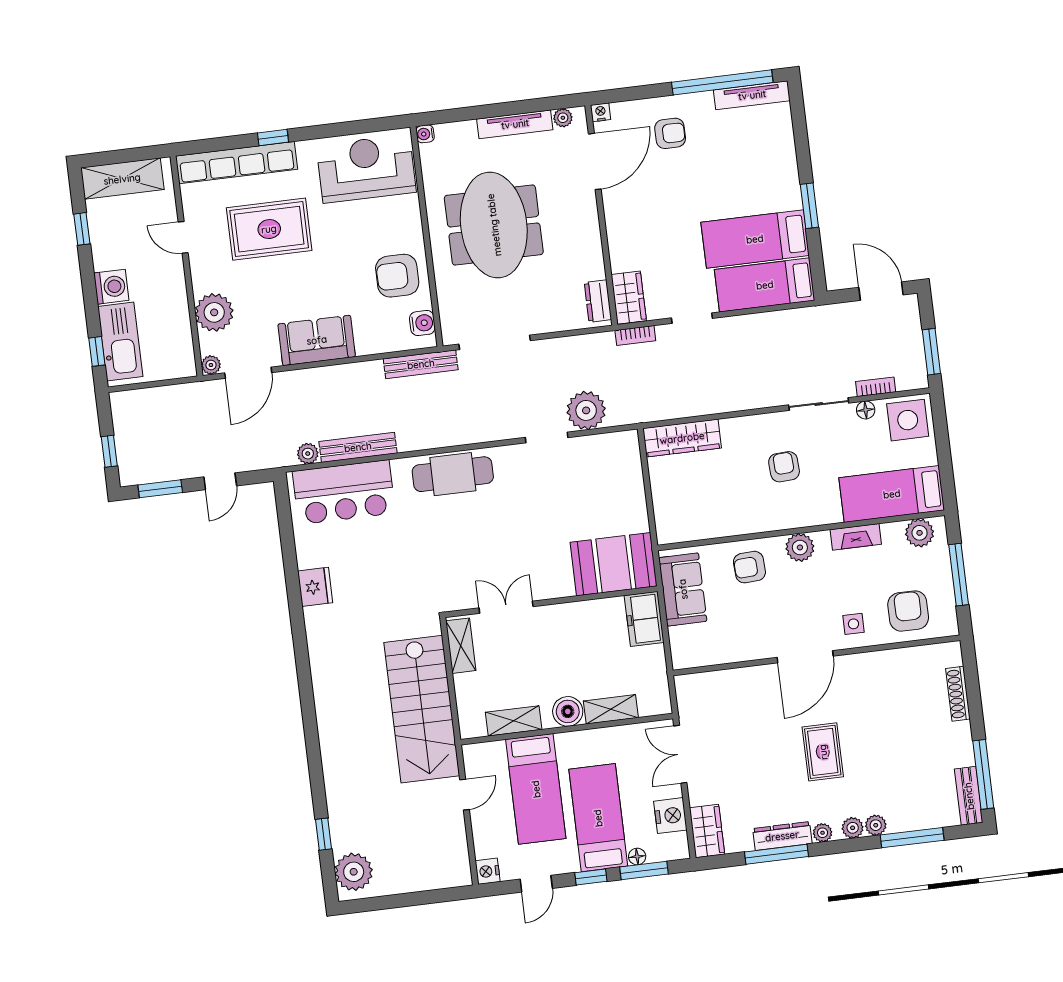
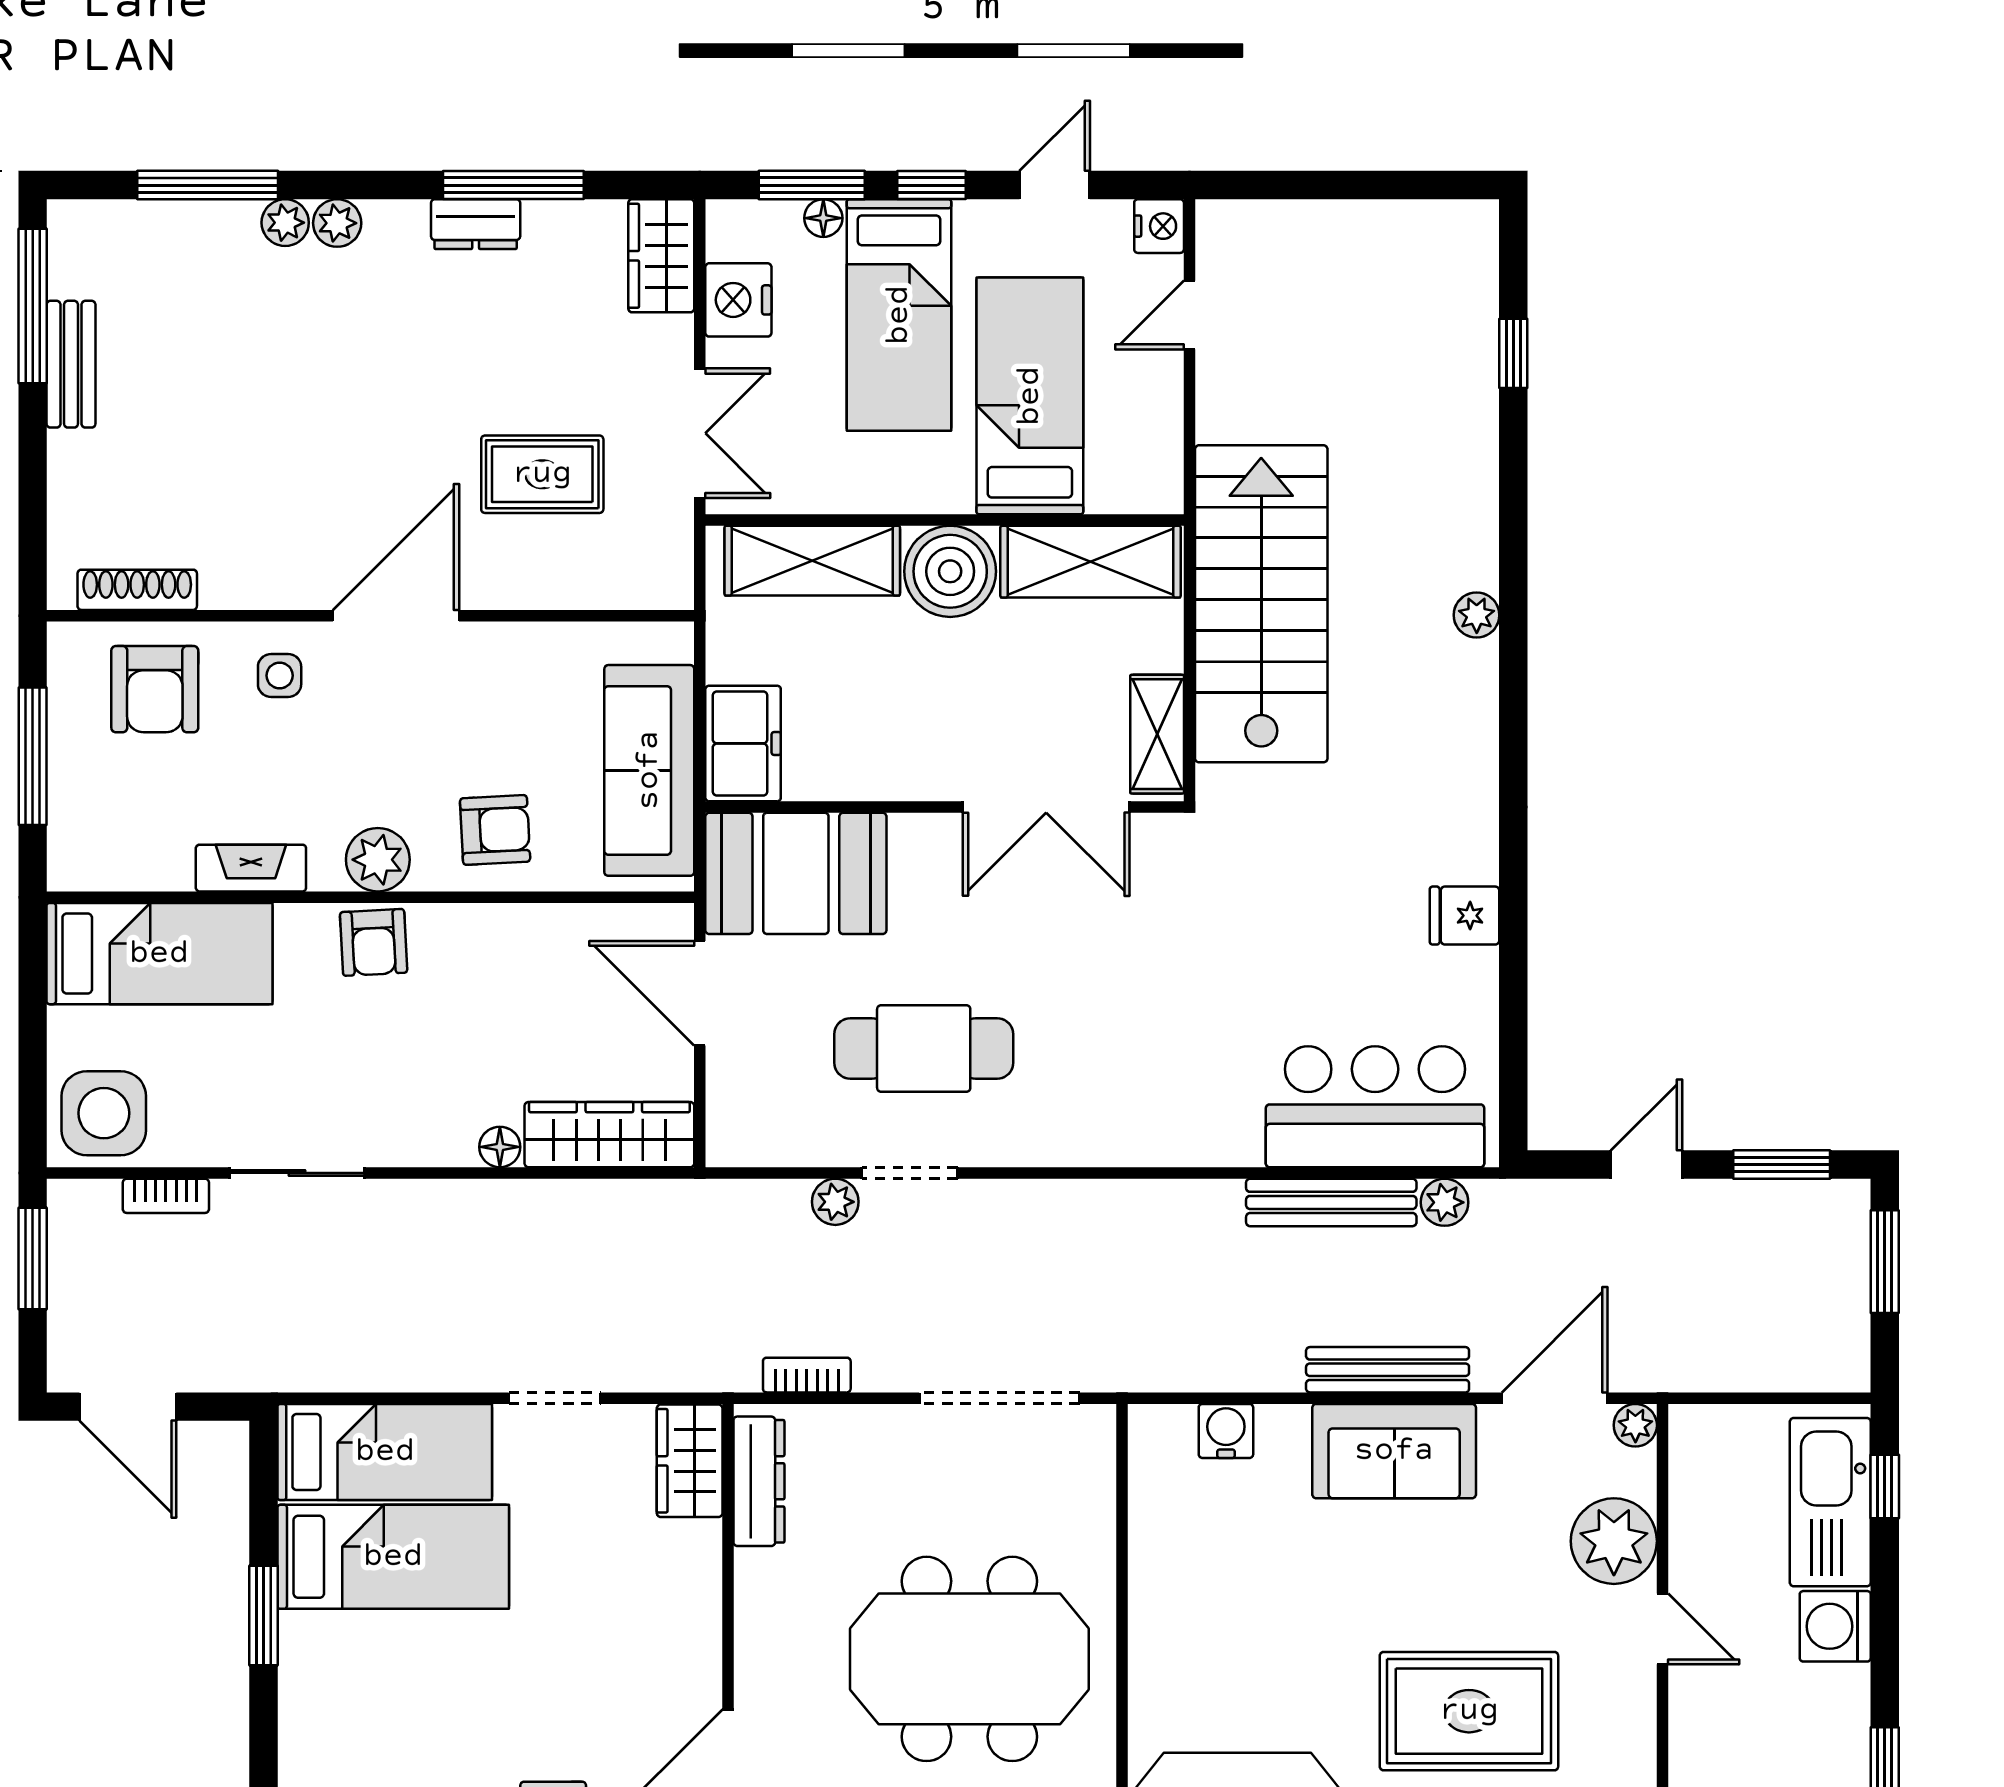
meeting table: (494, 225) -> (969, 1659), turned 90
door: (183, 237) -> (1662, 1629), moved
armchair: (397, 276) -> (1198, 1573), removed
dresser: (598, 301) -> (759, 1481), width x1.44
water cooler: (422, 323) -> (1226, 1431), moved, turned 90
bookcase: (635, 336) -> (807, 1375), moved
bench: (421, 364) -> (1388, 1370), moved
plant: (586, 410) -> (835, 1202), width x0.53, depth x0.53
floor lamp: (866, 410) -> (500, 1147), moved
window: (109, 451) -> (1885, 1262), width x1.50
armchair: (784, 467) -> (374, 942), moved
cafe table: (453, 474) -> (924, 1048), moved
door: (650, 506) -> (700, 993), added
plant: (920, 533) -> (108, 860), removed
fridge: (315, 587) -> (1464, 916), width x0.72
sofa: (683, 589) -> (649, 770), width x1.36
double door: (506, 607) -> (1046, 807), width x1.37
shoe rack: (958, 694) -> (137, 590), moved, turned -90
shelving: (611, 709) -> (812, 561), width x1.50, depth x1.33
boiler: (568, 711) -> (950, 571), width x1.37, depth x1.37
shelving: (514, 721) -> (1091, 562), width x1.50, depth x1.33
rug: (823, 752) -> (542, 474), moved, turned 90
door: (465, 795) -> (1190, 315), moved
bench: (969, 796) -> (71, 364), moved
plant: (823, 833) -> (405, 220), removed
dresser: (782, 836) -> (476, 224), width x0.70
plant: (354, 872) -> (1477, 615), moved, width x0.53, depth x0.53

